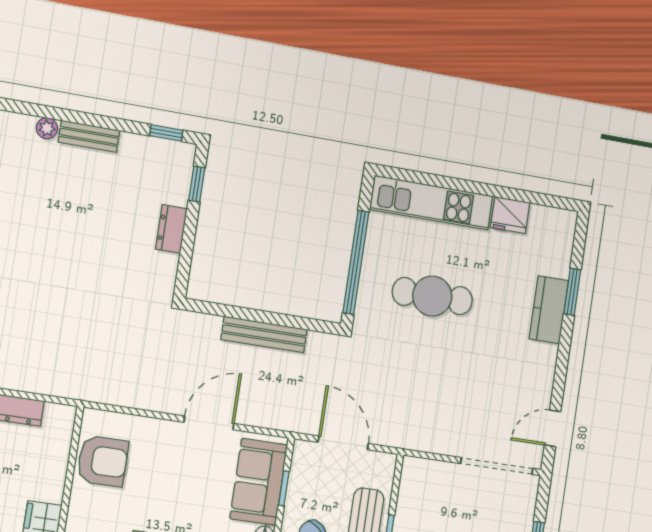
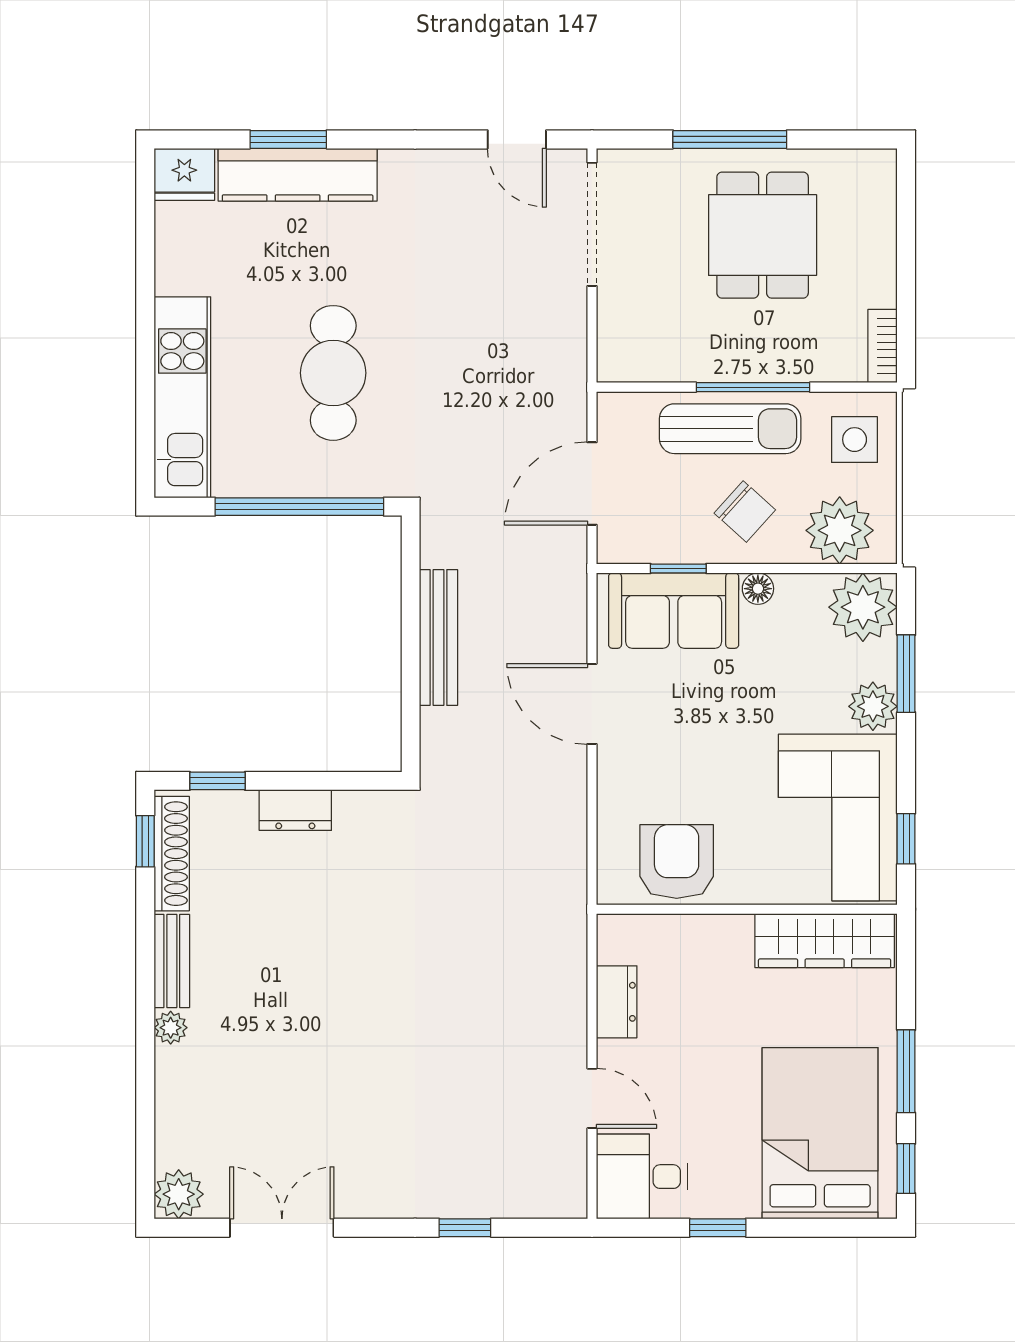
shoe rack: (156, 148) -> (172, 854), added
fridge: (510, 215) -> (184, 174), moved, turned 90
kitchen counter: (549, 310) -> (298, 175), width x1.50

